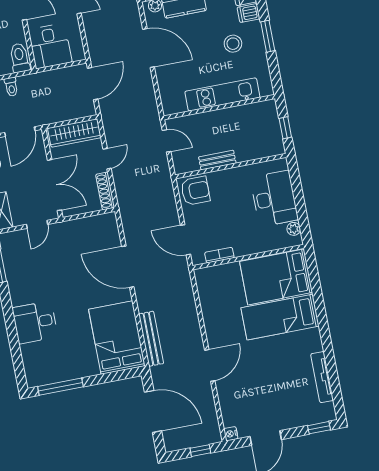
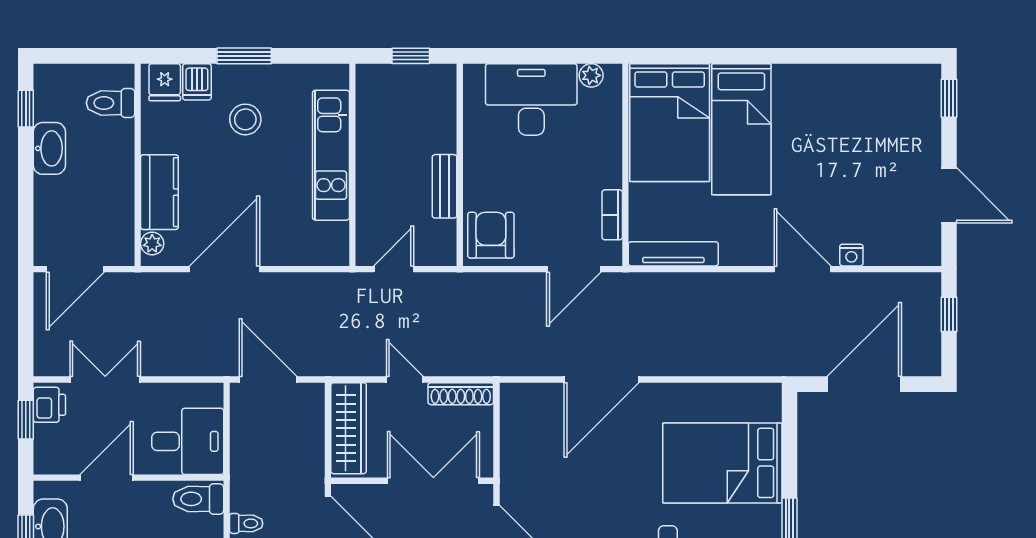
bed: (117, 338) -> (722, 463), moved
bench: (151, 339) -> (736, 363), removed
tv unit: (322, 377) -> (673, 254), moved, turned 180
nightstand: (231, 434) -> (851, 255), moved

